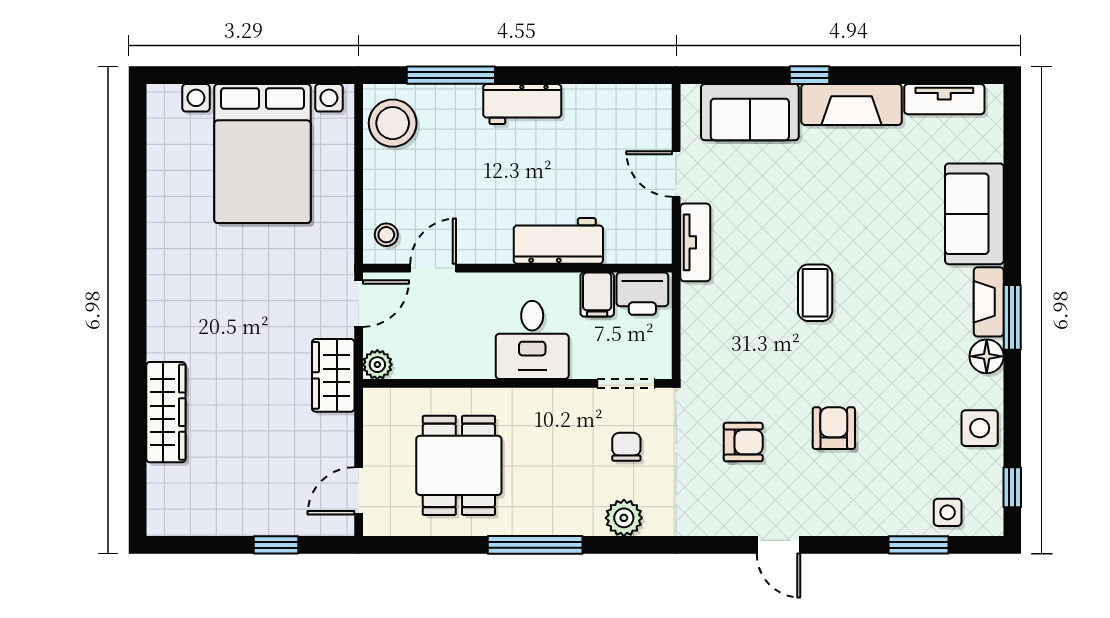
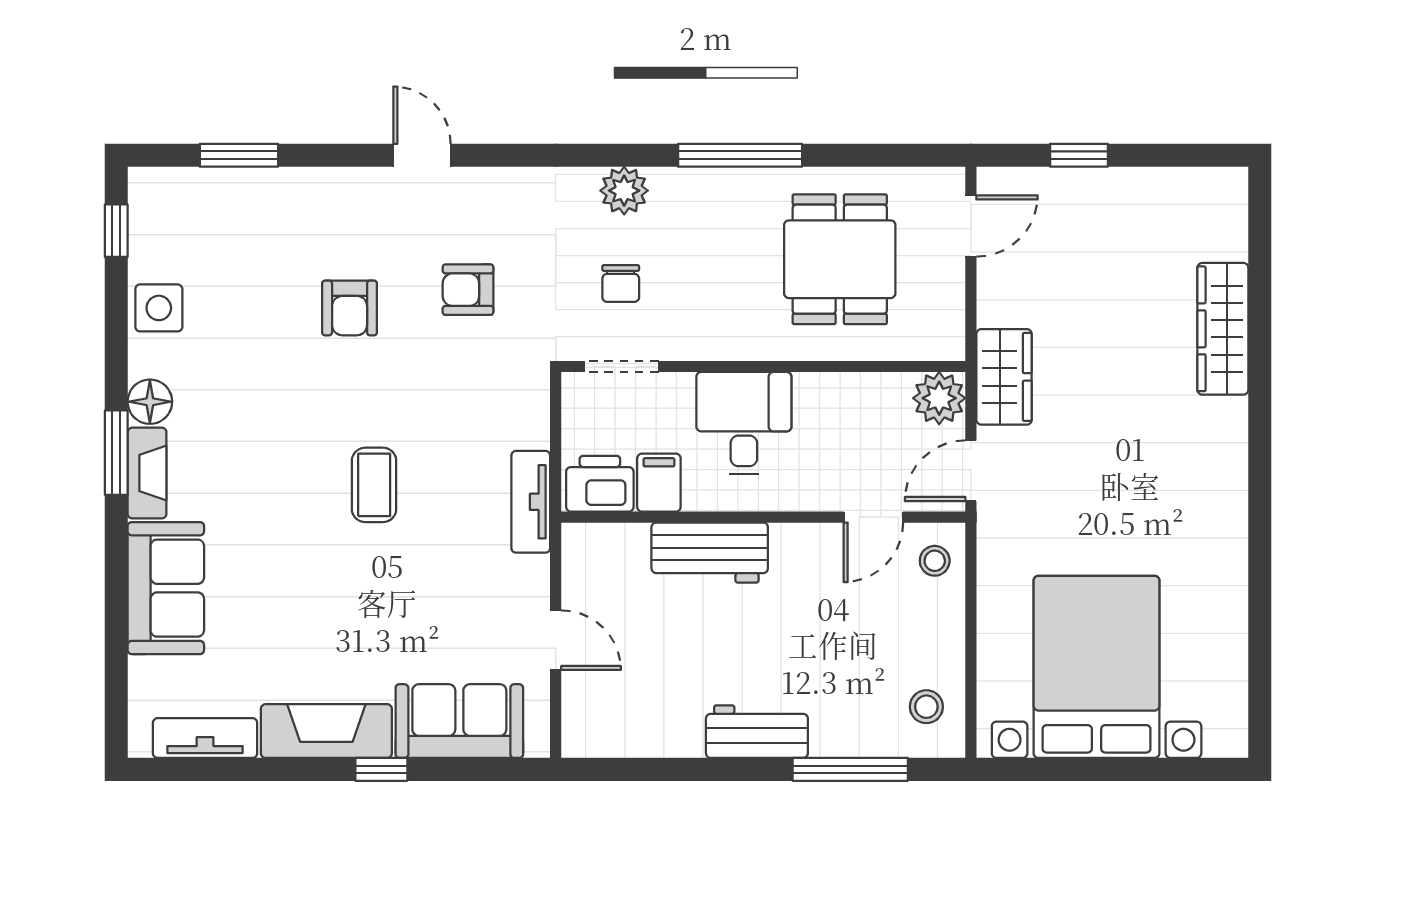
stool: (393, 123) -> (926, 707), width x0.53, depth x0.53
tv unit: (695, 242) -> (531, 502), moved
plant: (377, 365) -> (939, 398), width x1.38, depth x1.38
side table: (948, 512) -> (201, 198), removed

